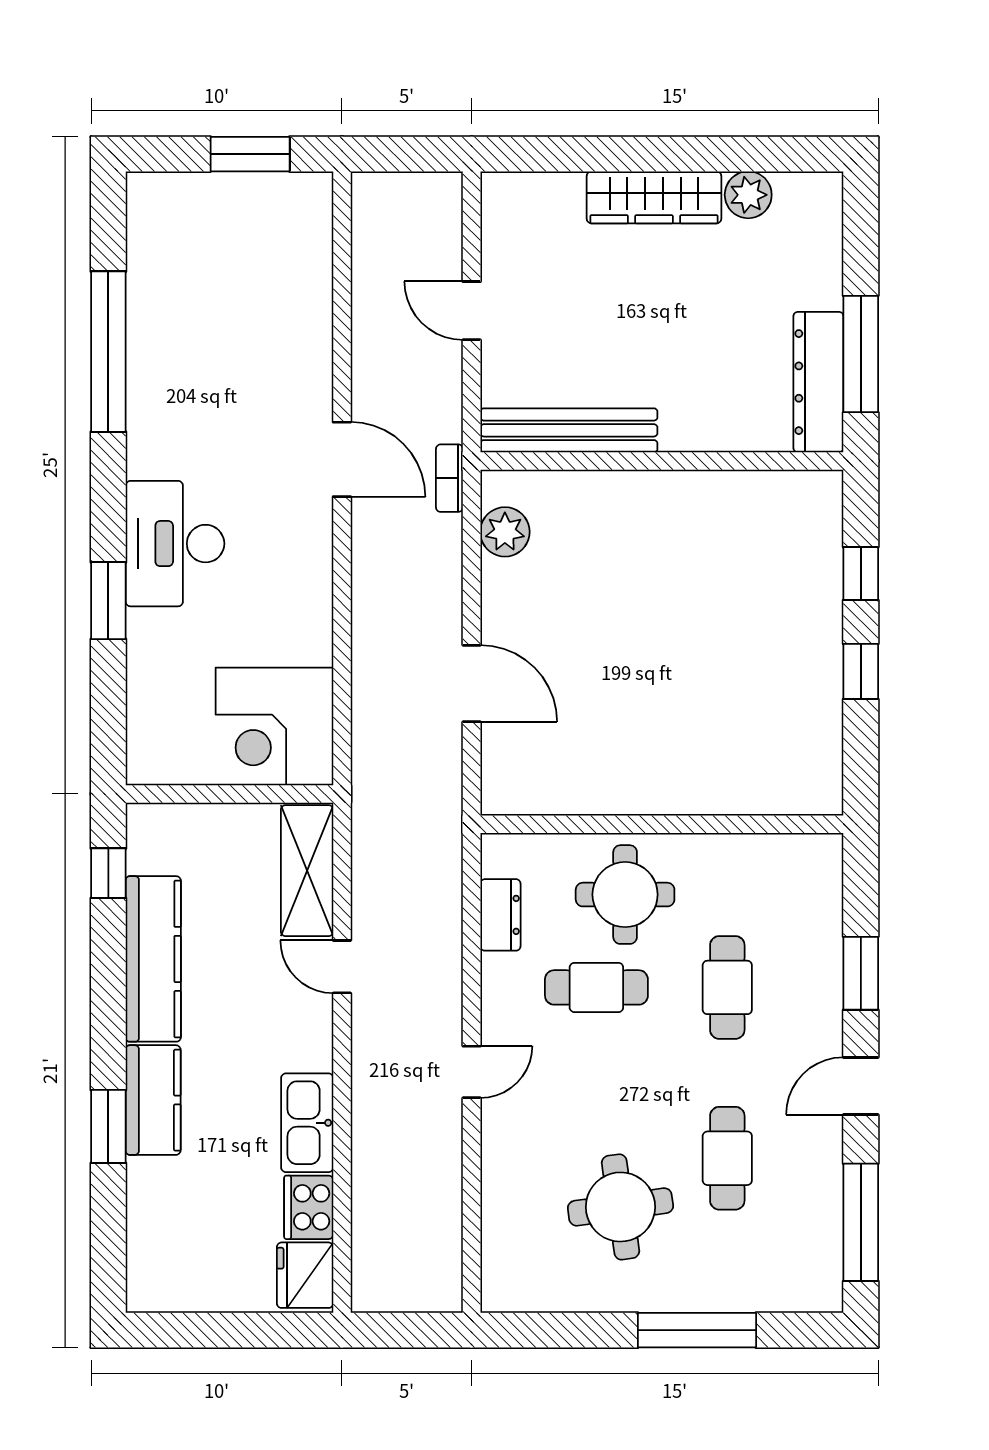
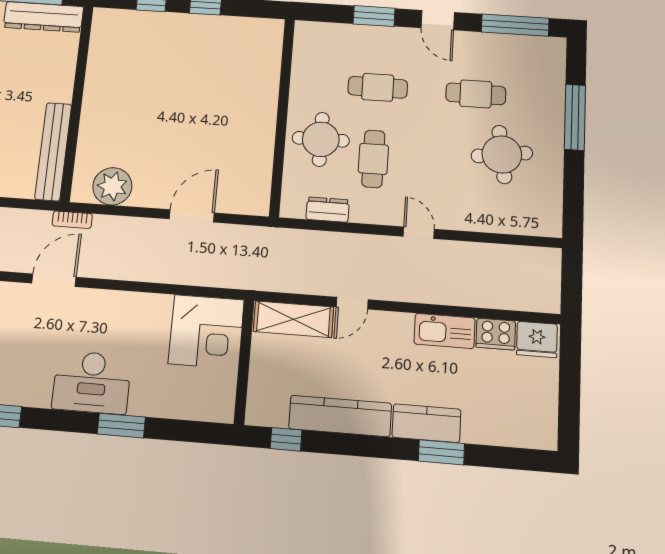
plant: (505, 532) -> (112, 186), width x1.36, depth x1.36

